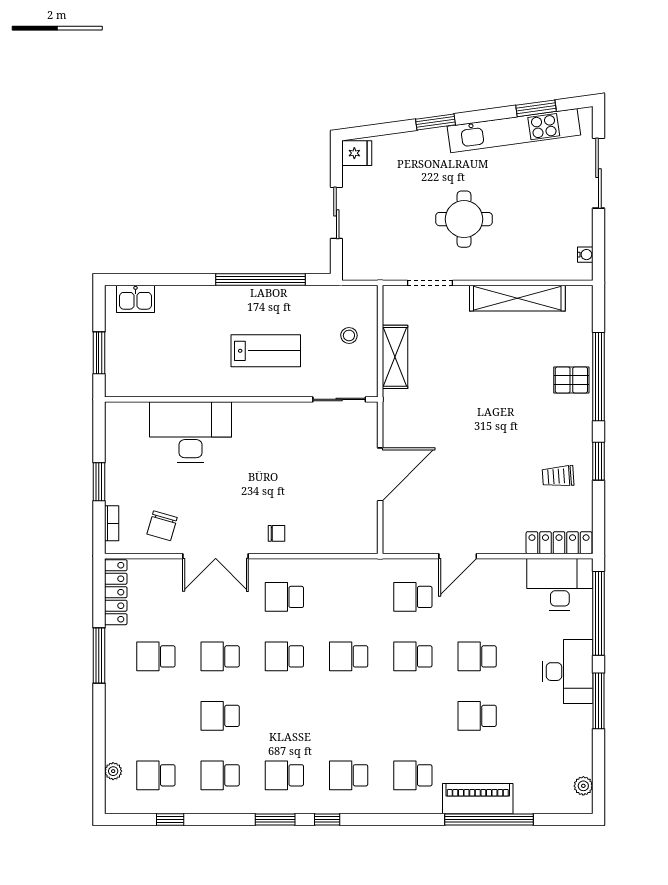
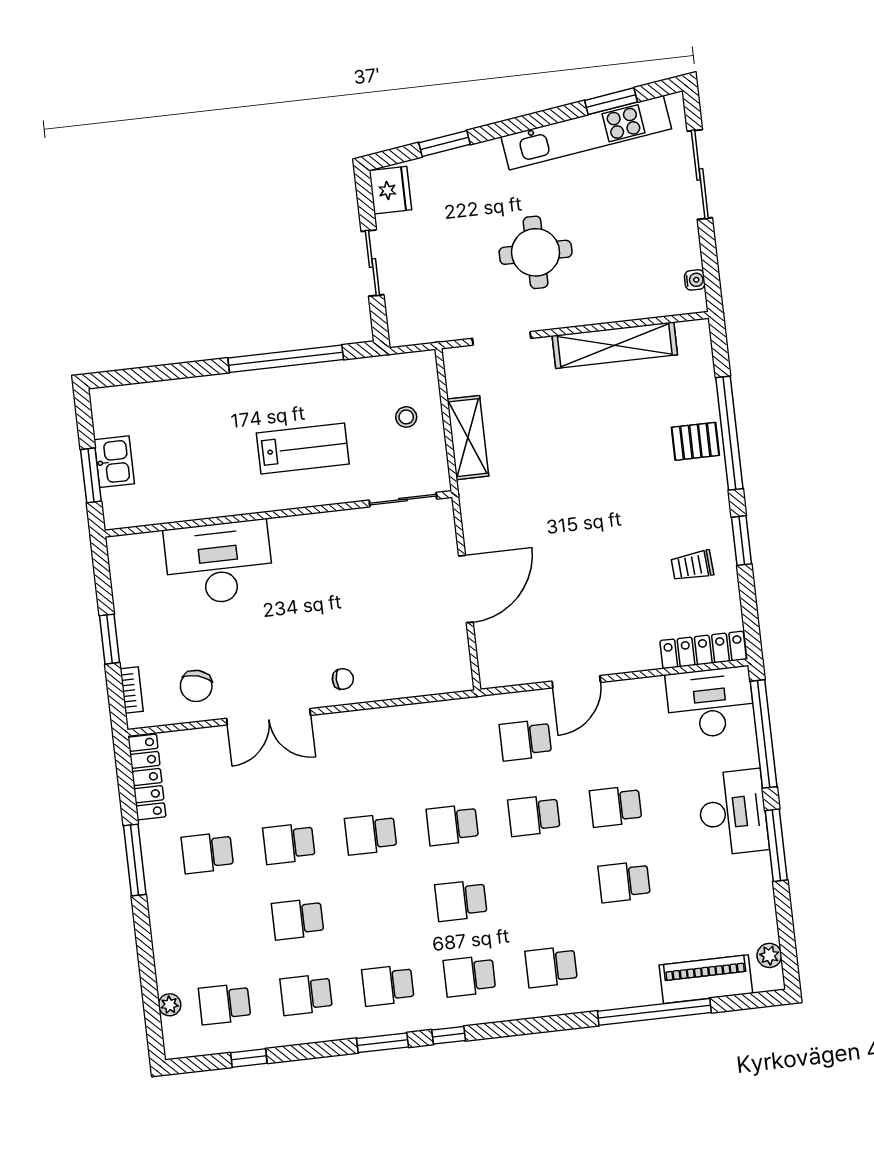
window: (435, 122) -> (444, 144), moved
fridge: (357, 153) -> (390, 190), width x1.38
kitchen sink: (135, 299) -> (114, 462), moved, turned -90
school desk: (284, 597) -> (461, 900), moved
piano: (478, 799) -> (706, 979), moved

